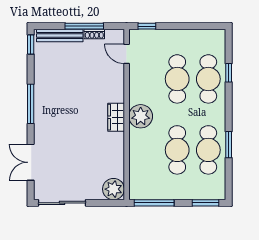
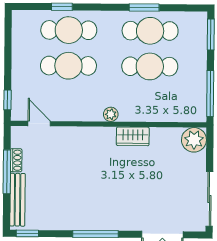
door: (127, 54) -> (39, 124), swing flipped
plant: (141, 116) -> (111, 114), width x0.53, depth x0.53
wardrobe: (116, 117) -> (133, 136), moved

